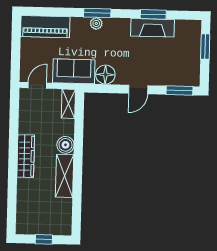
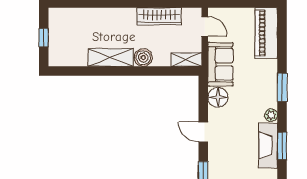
plant: (96, 23) -> (271, 115), moved
wardrobe: (26, 156) -> (159, 16), moved

